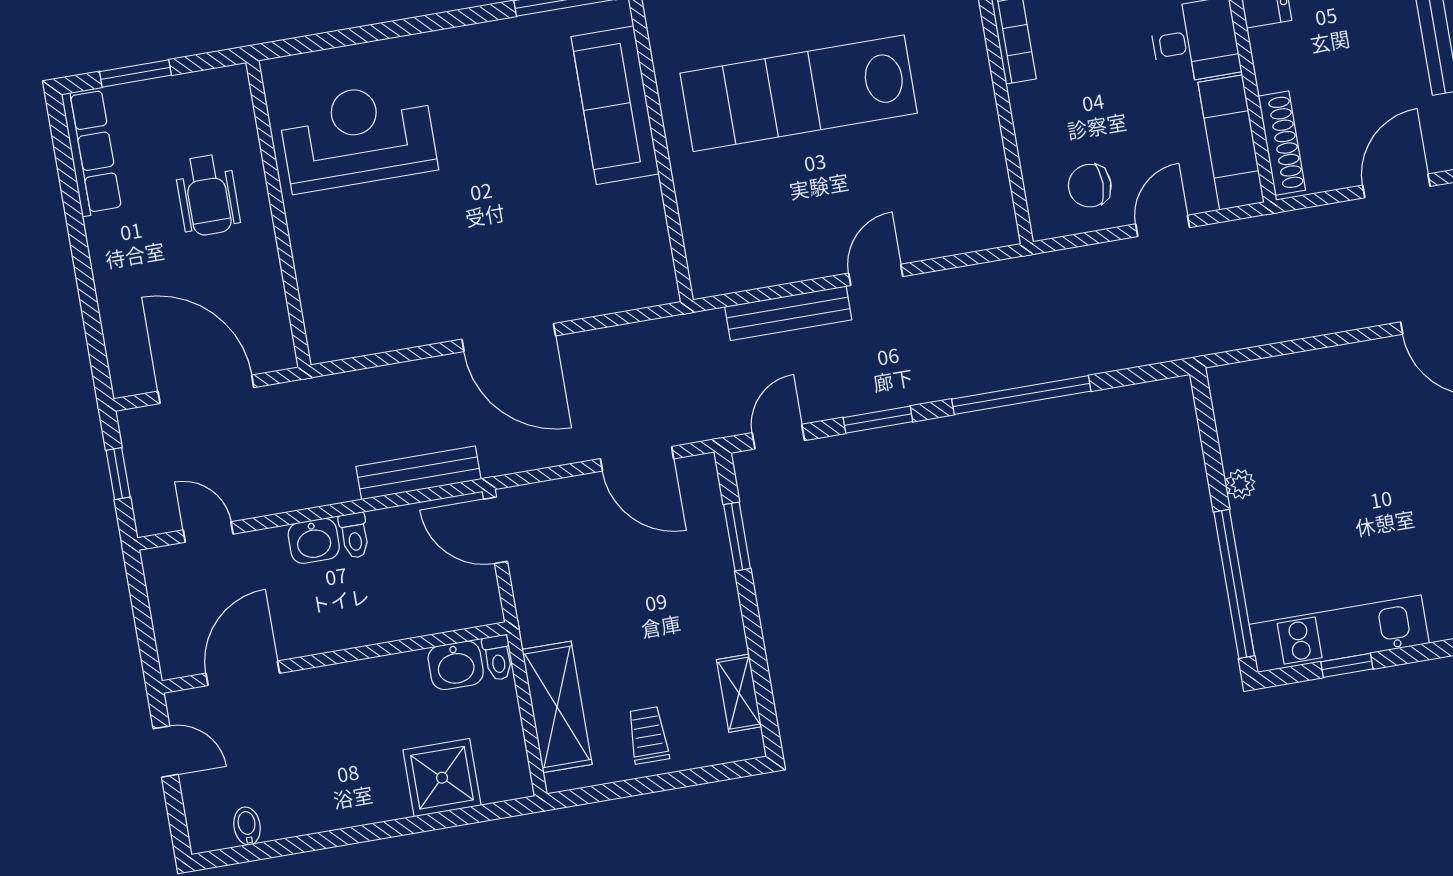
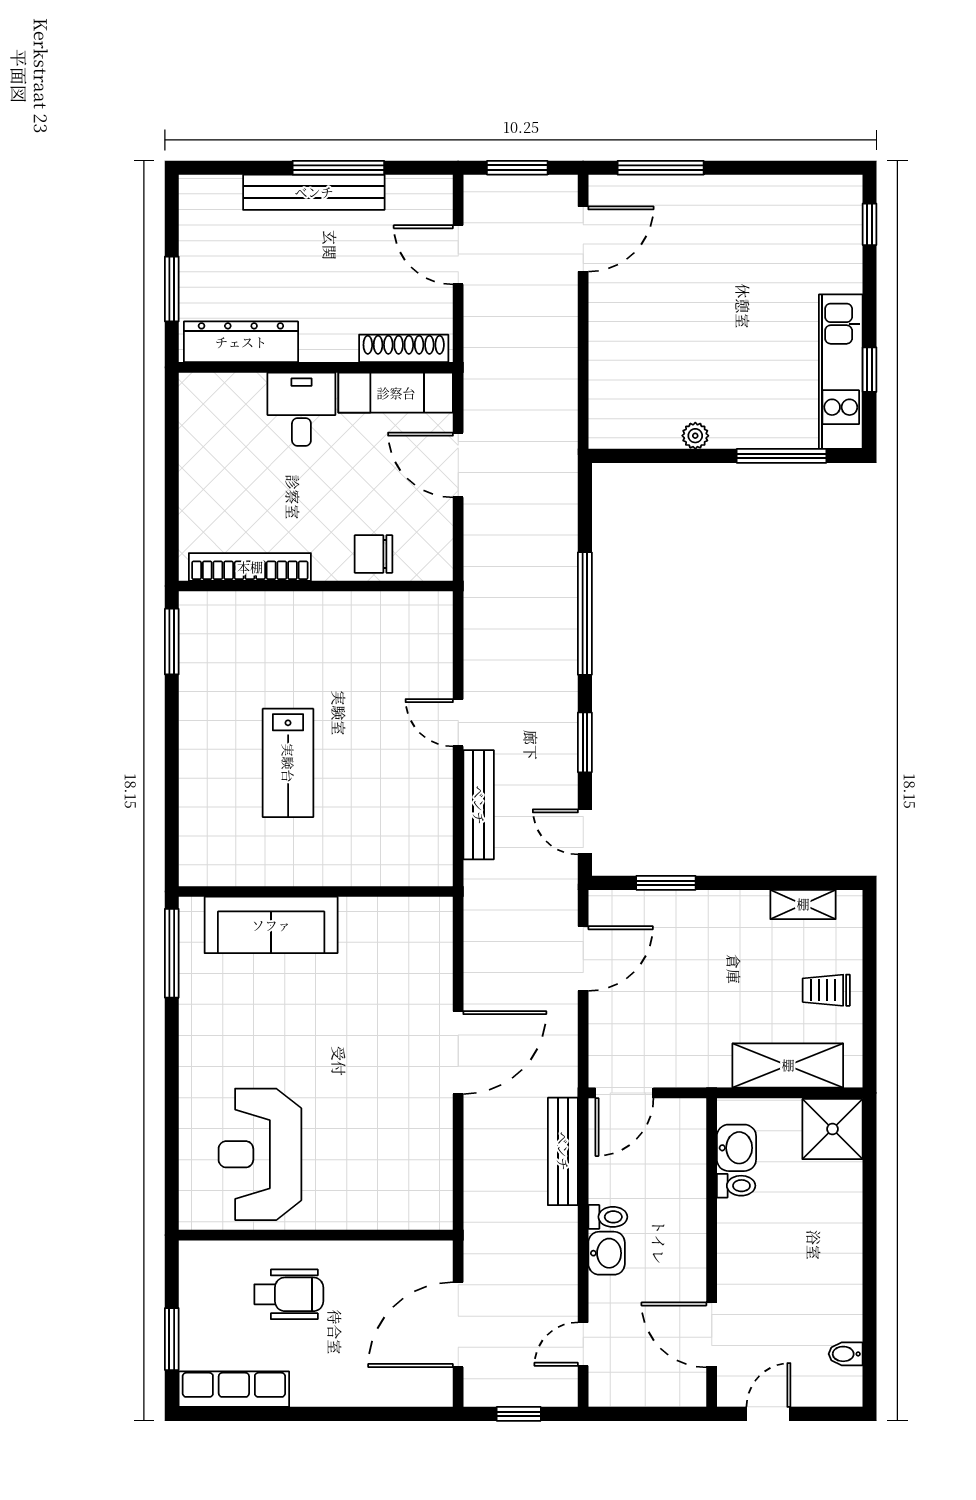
lab bench: (799, 93) -> (288, 763), width x0.54, depth x0.72
chair: (1090, 186) -> (374, 554), moved, turned 90
door: (1163, 226) -> (458, 465), width x1.38
window: (1234, 584) -> (782, 456), width x0.68
toilet: (498, 658) -> (736, 1186), moved
shower: (442, 778) -> (832, 1129), moved

